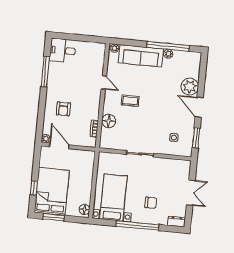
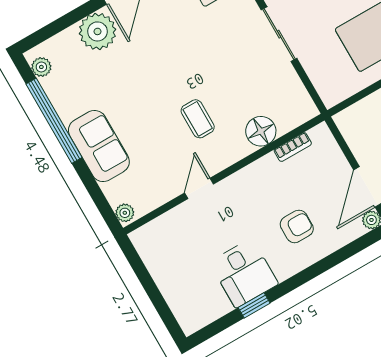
desk: (63, 50) -> (244, 273), moved
plant: (168, 54) -> (41, 67), moved
sofa: (141, 56) -> (99, 146), width x0.73
window: (45, 72) -> (254, 305), width x0.46

